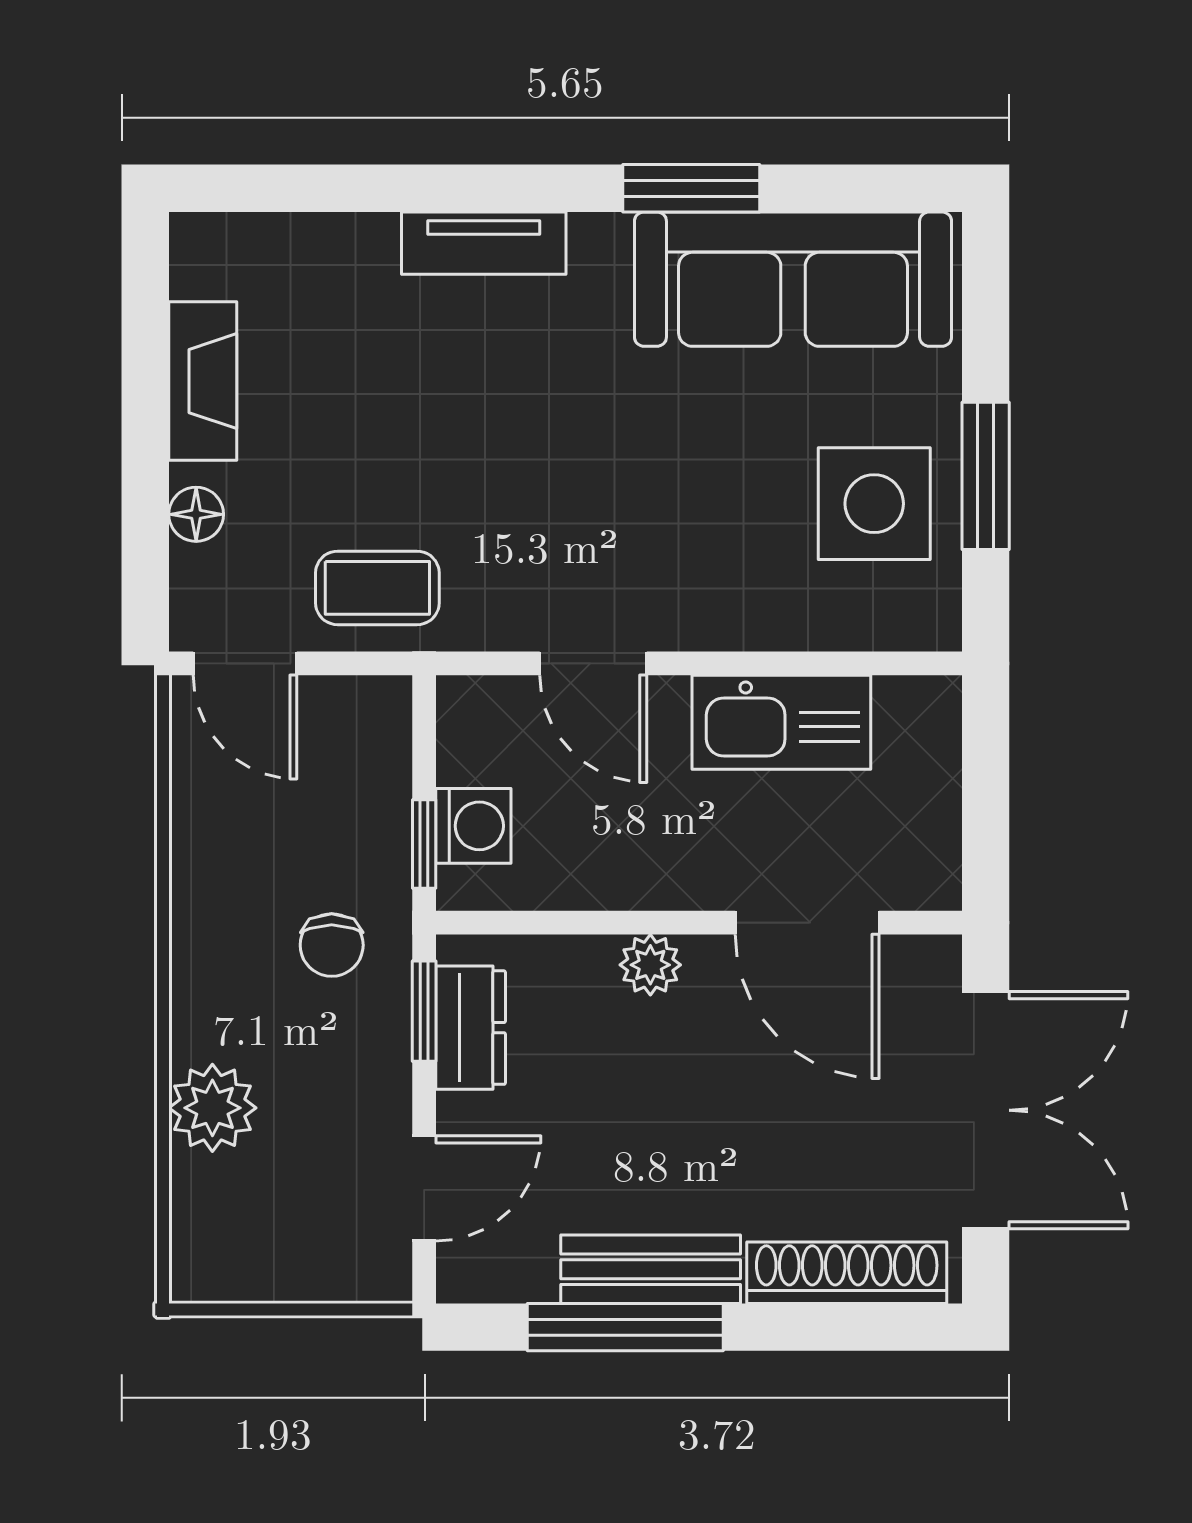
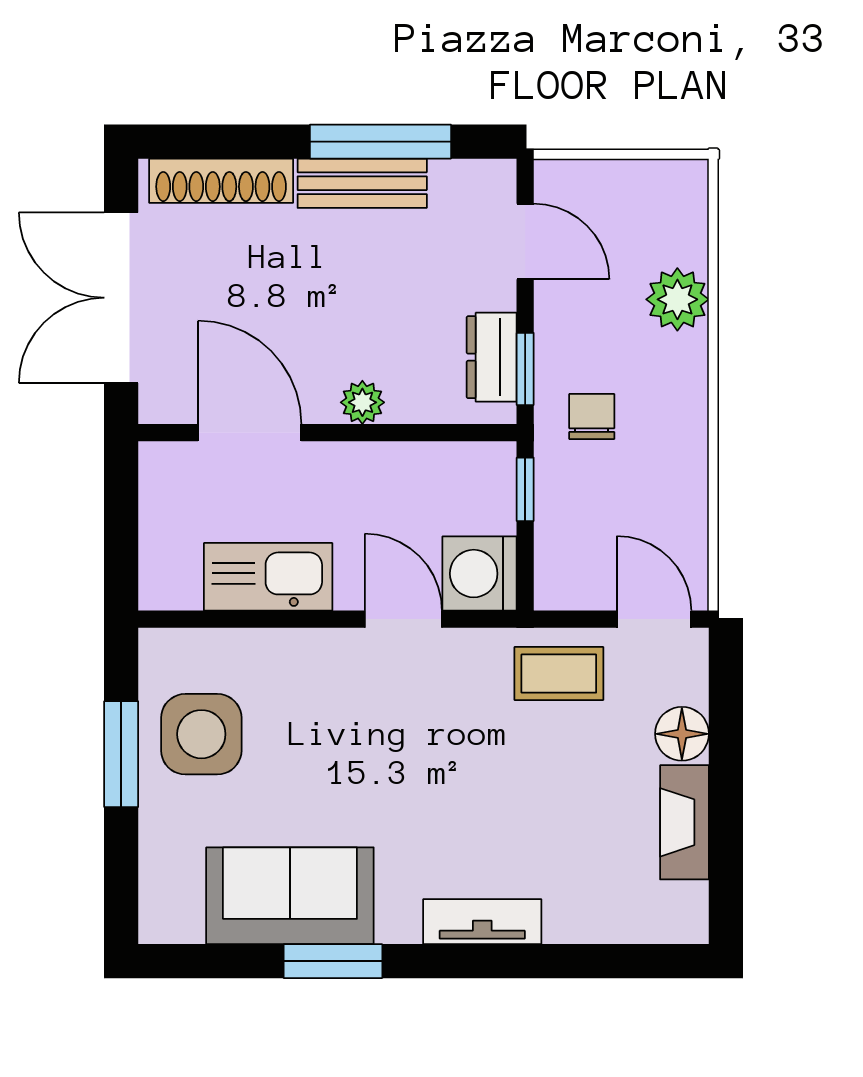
sofa: (793, 279) -> (290, 896), width x0.73
floor lamp: (196, 514) -> (682, 734), width x1.37, depth x1.37
washing machine: (473, 826) -> (480, 574), moved, width x1.38, depth x1.38
door: (424, 1188) -> (525, 241), swing flipped

